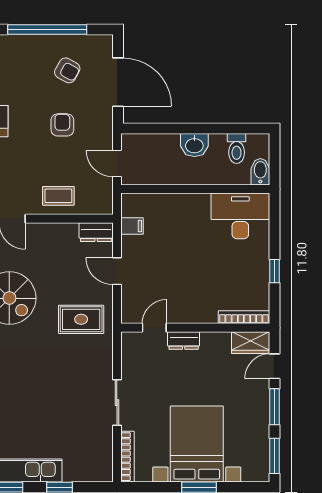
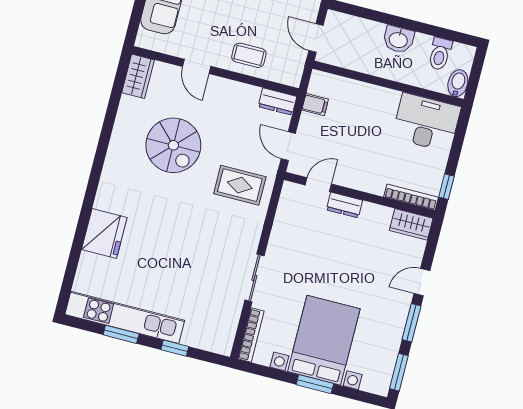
bookcase: (244, 317) -> (411, 197), moved
door: (154, 328) -> (318, 185), moved
wall: (195, 328) -> (359, 195), moved
dresser: (184, 341) -> (344, 205), moved
wardrobe: (251, 343) -> (411, 224), moved

